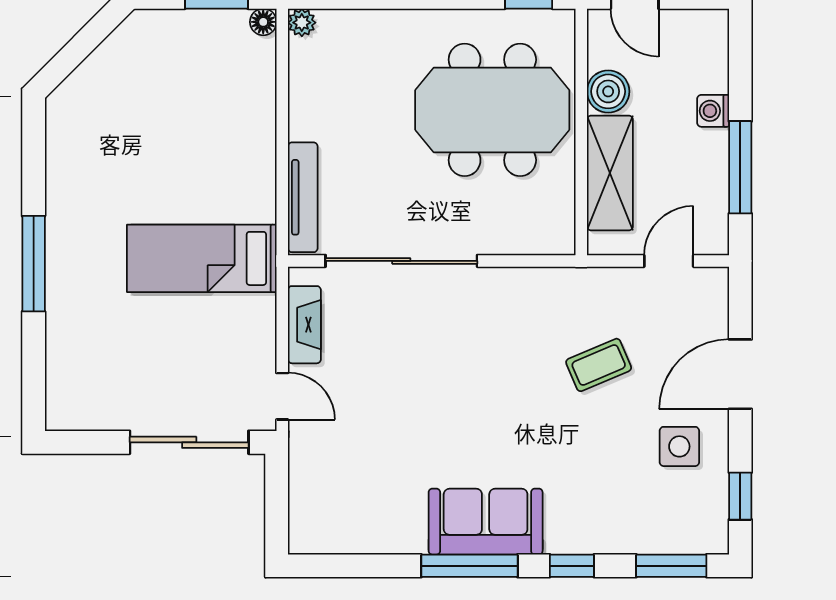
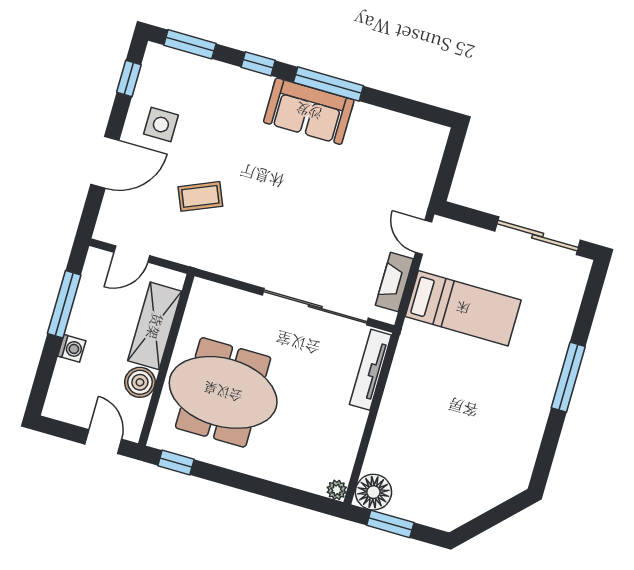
floor lamp: (263, 22) -> (373, 492), width x1.89, depth x1.89
bed: (202, 258) -> (463, 308), moved
sliding door: (189, 442) -> (538, 236), moved

